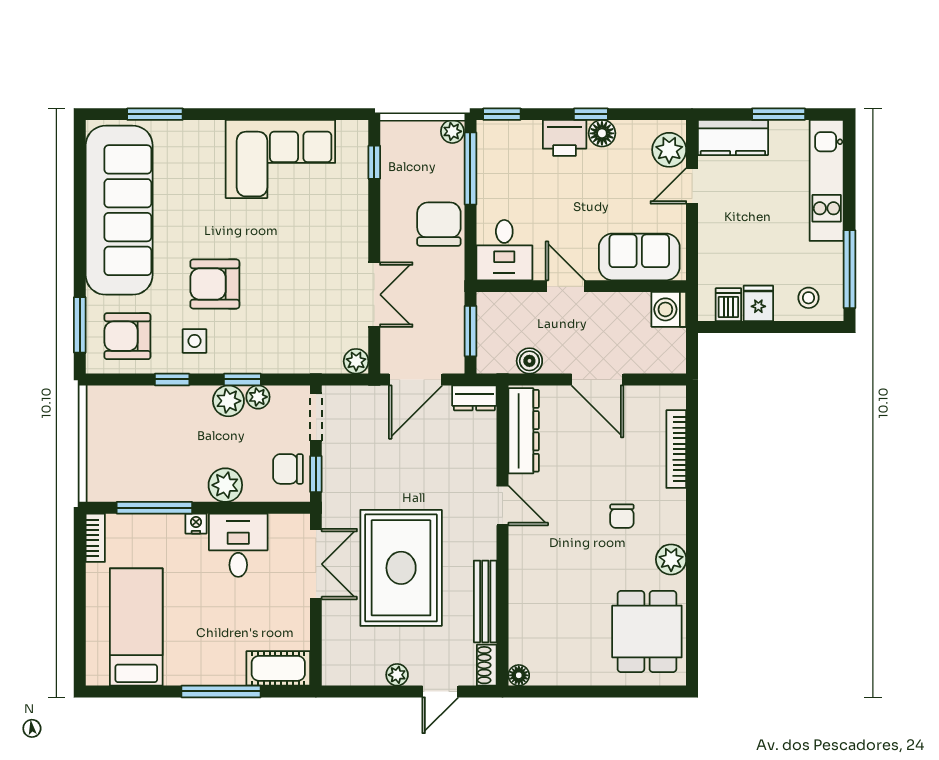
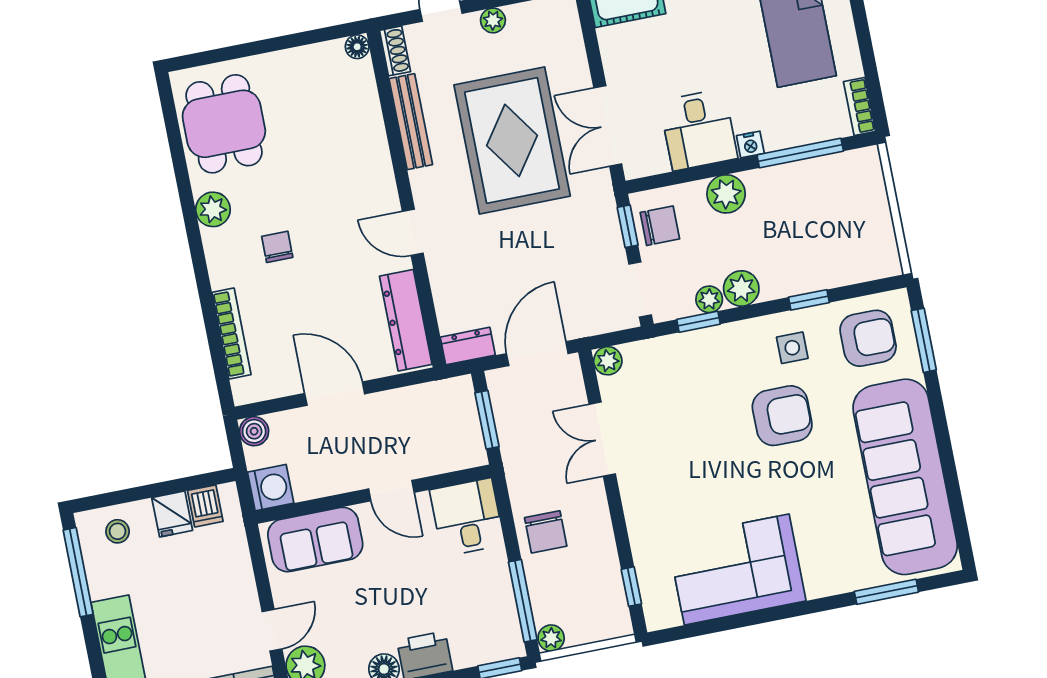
chair: (439, 224) -> (546, 532), width x0.73, depth x0.73
boiler: (529, 361) -> (254, 431), moved
window: (242, 379) -> (698, 322), moved

